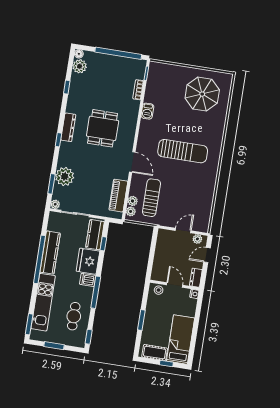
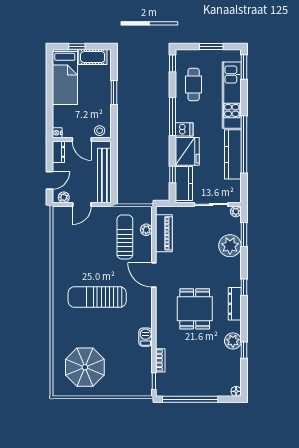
plant: (80, 66) -> (233, 341), moved
sun lounger: (151, 198) -> (125, 237), turned 180
plant: (131, 211) -> (147, 217), removed
bench: (160, 252) -> (104, 175), added

